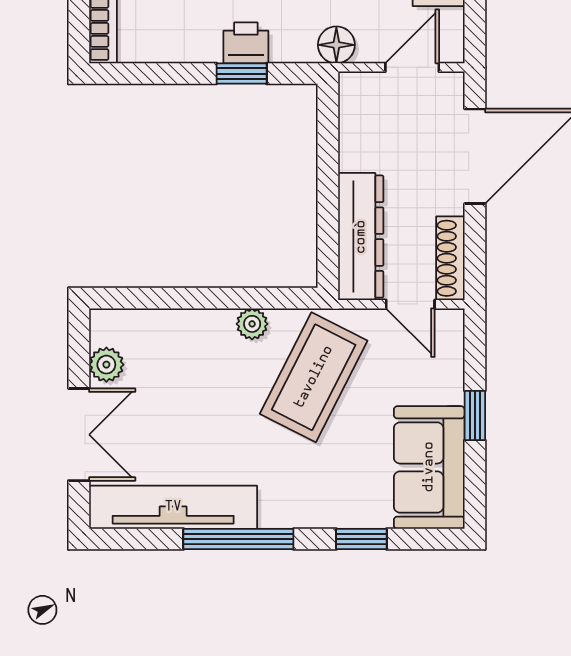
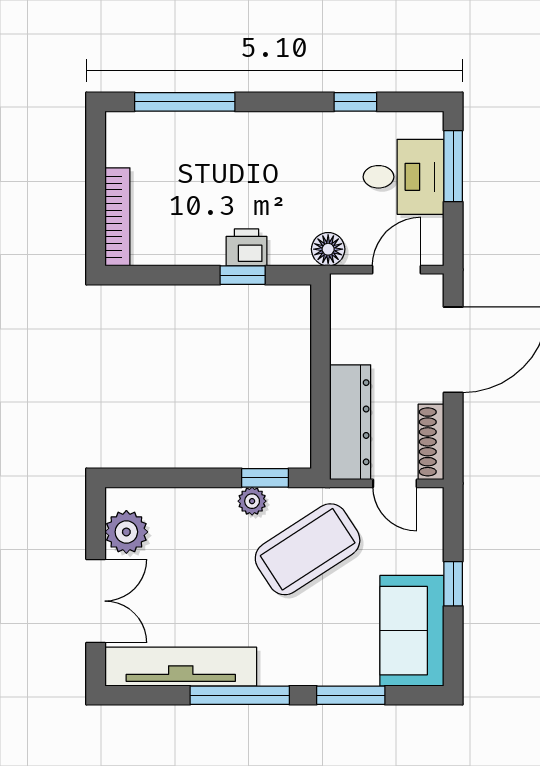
window: (266, 298) -> (265, 478), added
plant: (106, 365) -> (126, 532), width x1.38, depth x1.38
coffee table: (314, 377) -> (308, 549), turned 30
window: (361, 539) -> (351, 695), width x1.50

